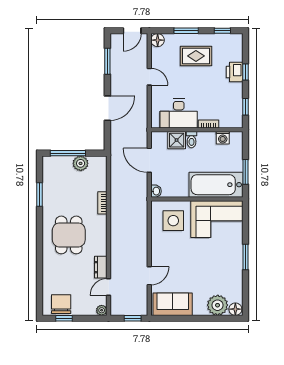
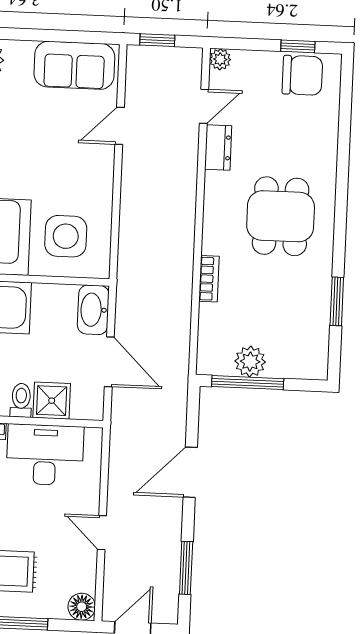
window: (68, 153) -> (248, 383), moved
washbasin: (156, 191) -> (93, 310), width x1.91, depth x1.45
chair: (61, 304) -> (302, 75), turned -90

